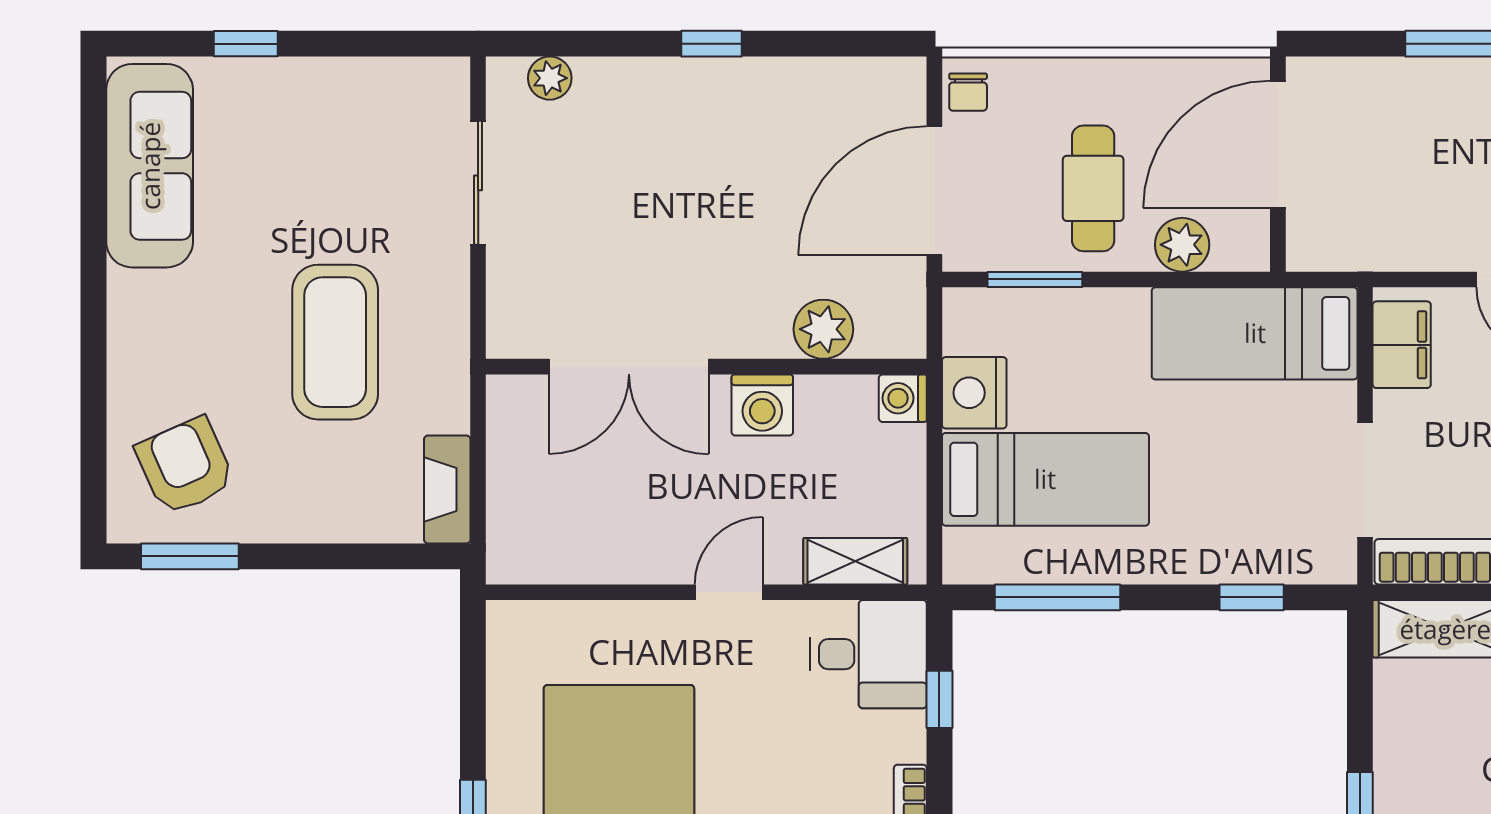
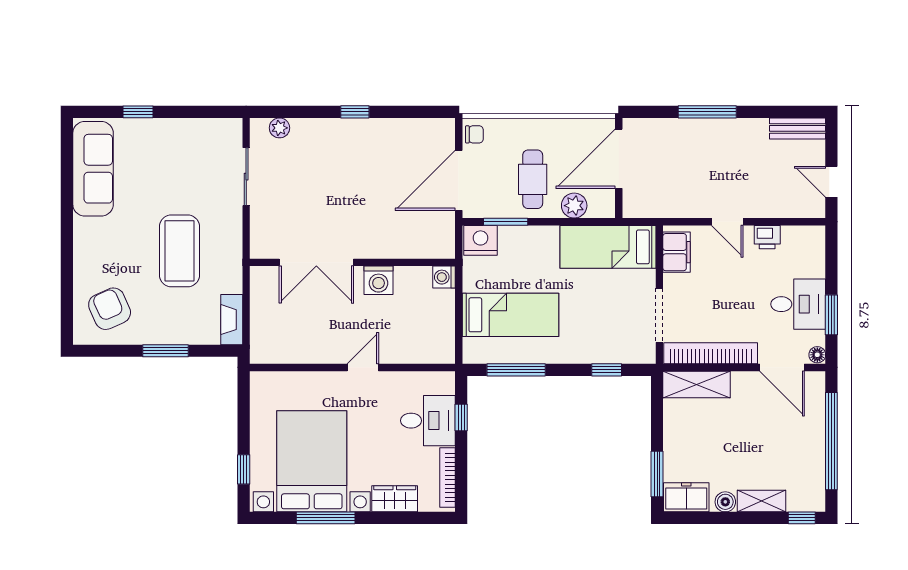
chair: (968, 92) -> (474, 134), turned -90
plant: (823, 329) -> (407, 245), removed
nightstand: (974, 393) -> (481, 240), moved, turned 90
window: (190, 556) -> (166, 351), moved
shelving: (855, 561) -> (422, 353), removed
desk: (868, 654) -> (428, 421), moved

